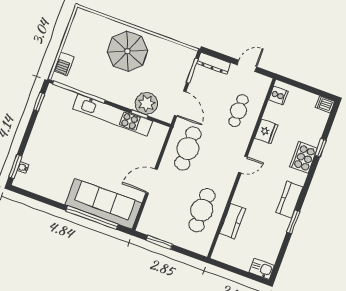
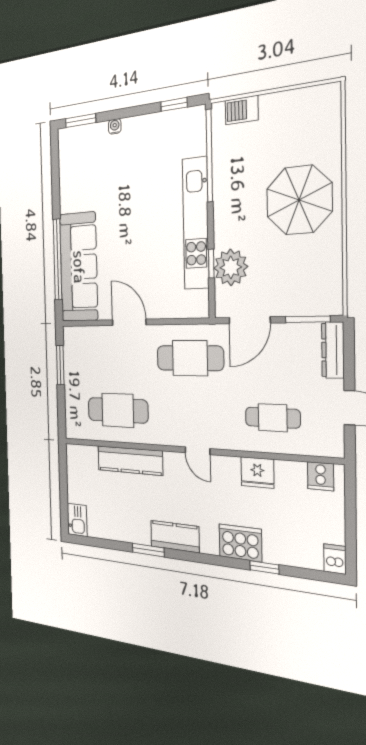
water cooler: (23, 168) -> (115, 126), moved
kitchen counter: (232, 221) -> (130, 460), width x1.50

